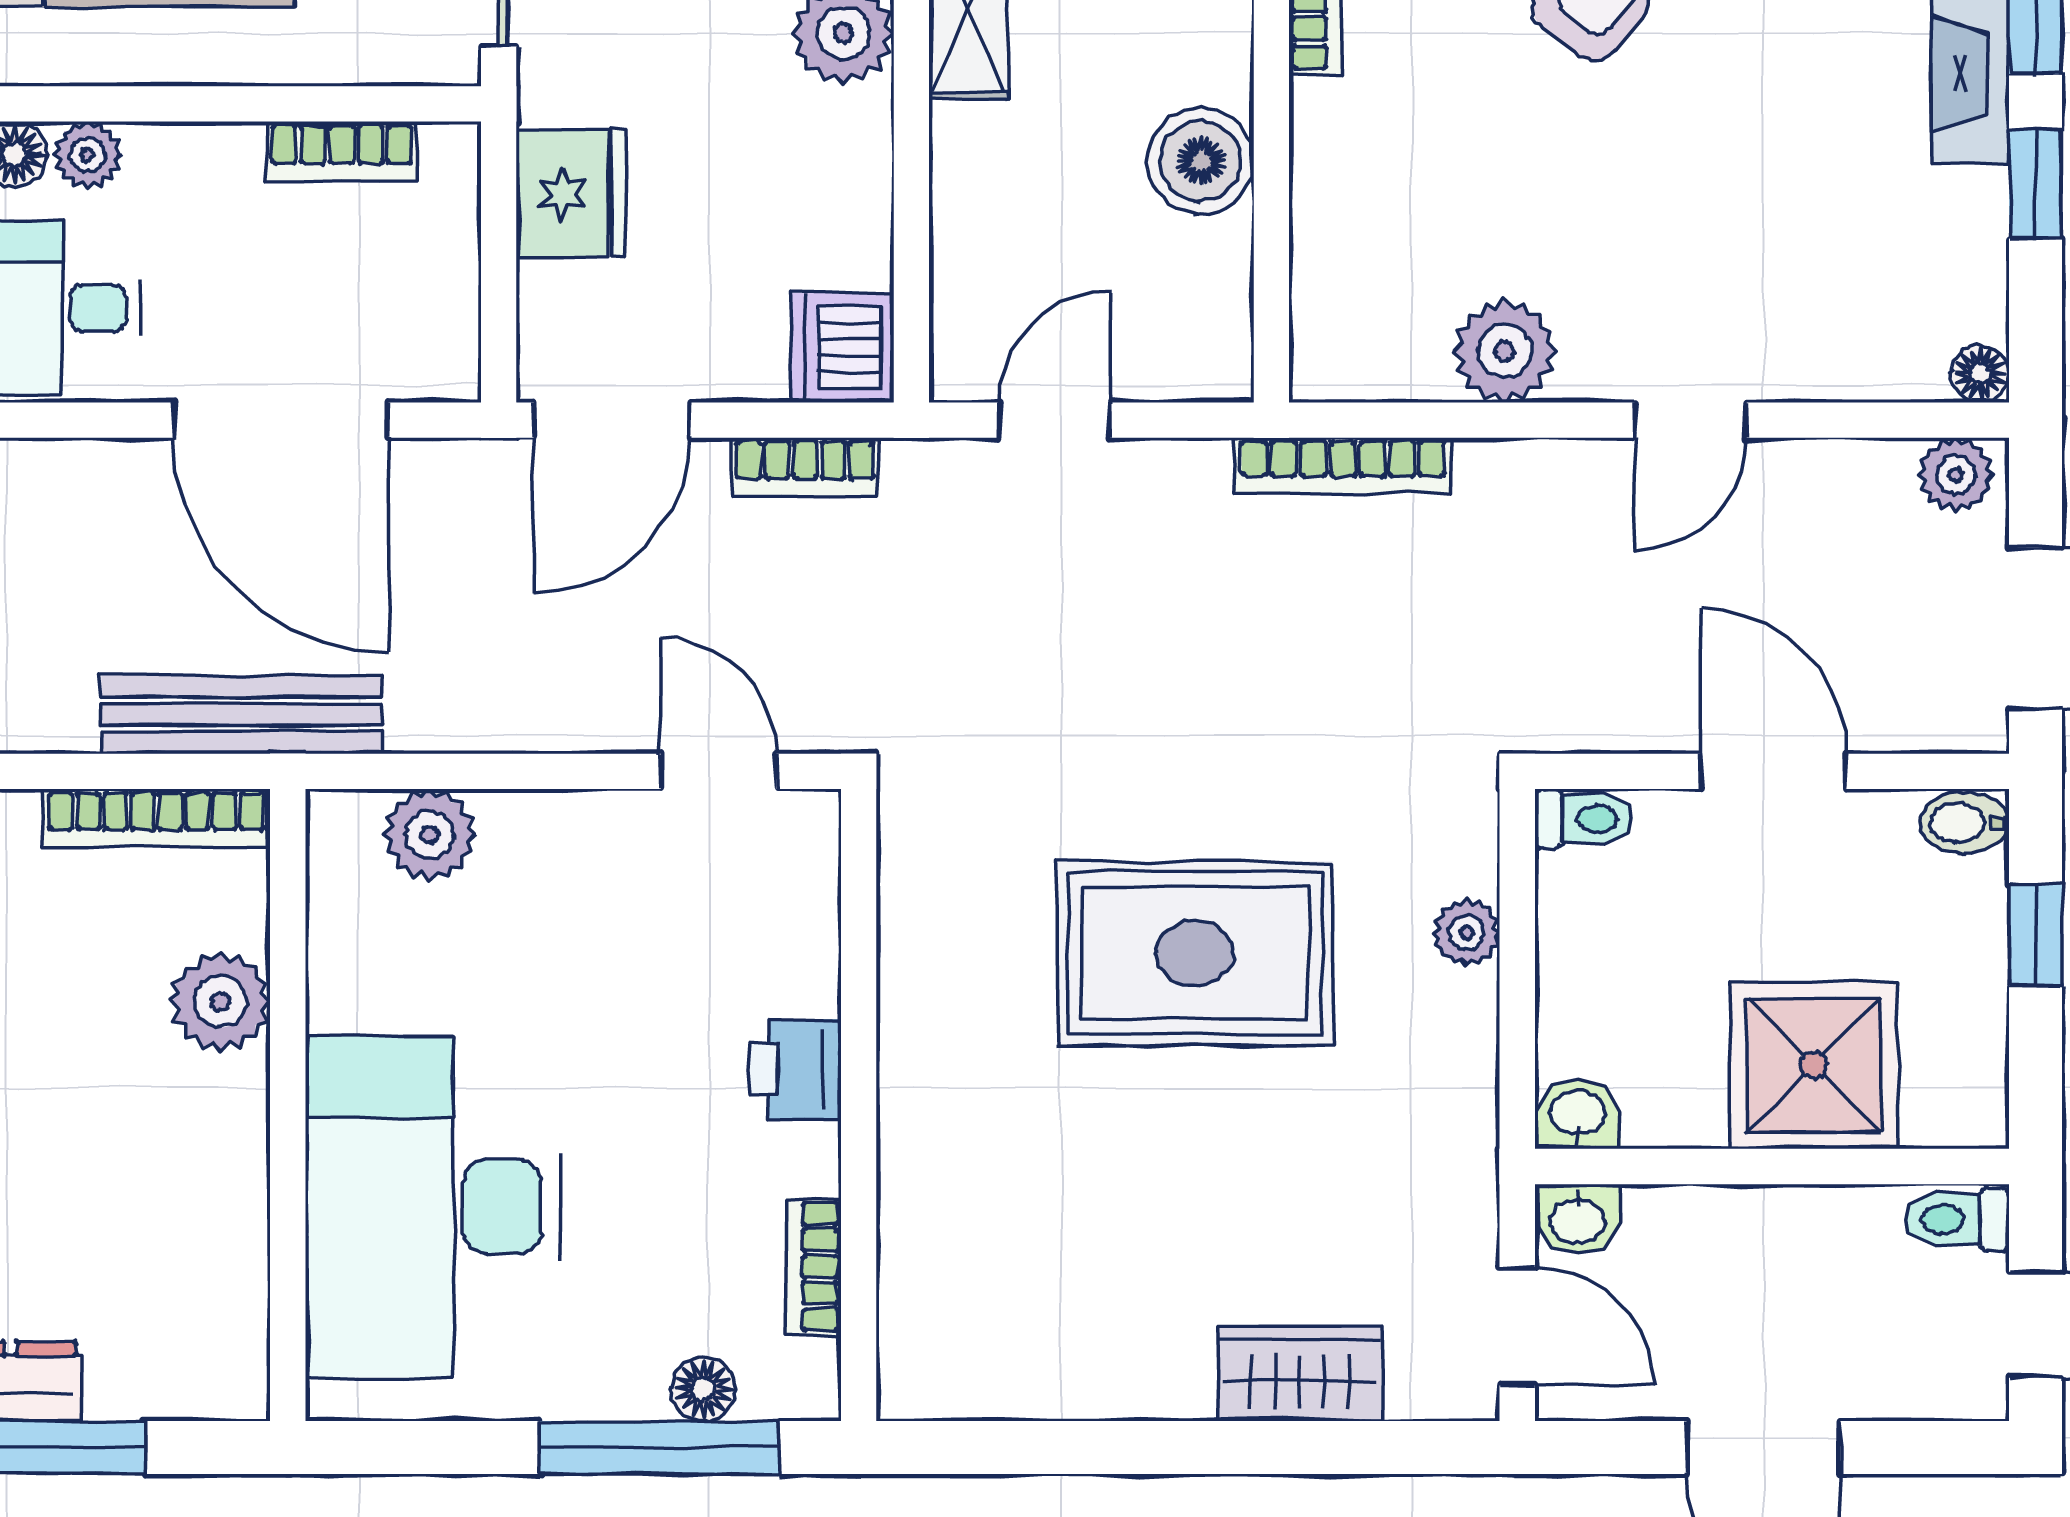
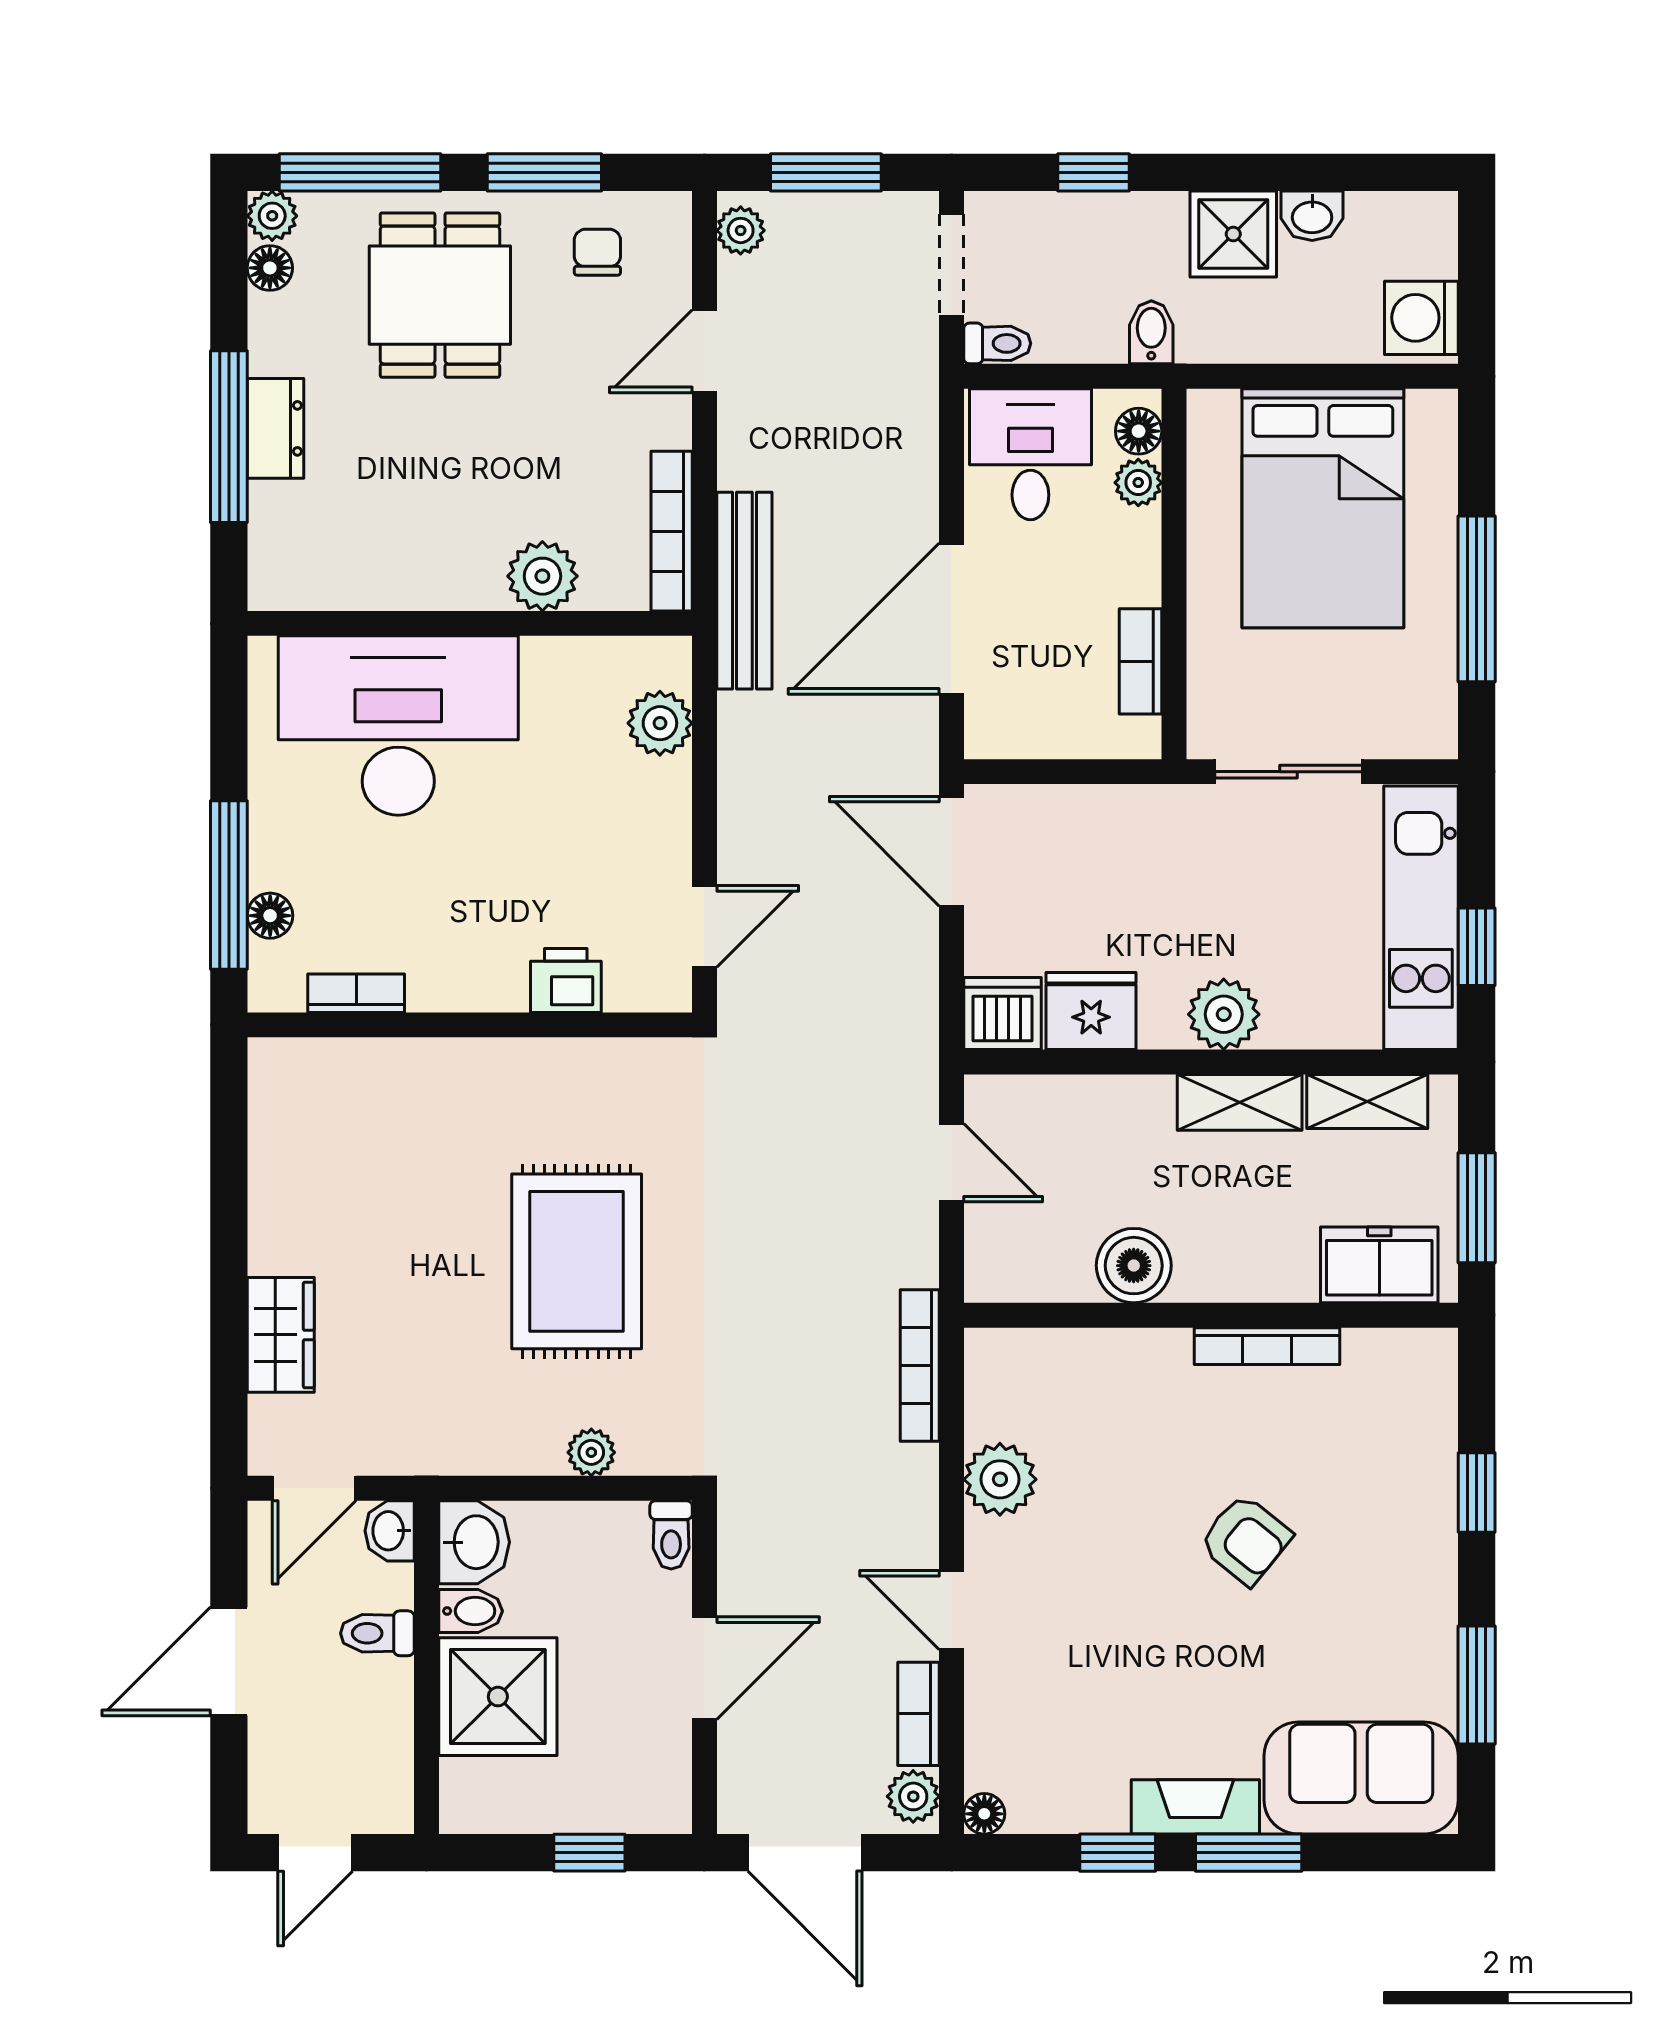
fridge: (571, 194) -> (1091, 1011), moved, turned 180
bookcase: (805, 467) -> (919, 1714), moved
bidet: (1964, 823) -> (471, 1611), moved, turned 90
printer: (795, 1069) -> (566, 980), moved
washbasin: (1578, 1114) -> (474, 1542), width x1.38, depth x1.45
toilet: (1957, 1220) -> (377, 1633), moved, turned -90

